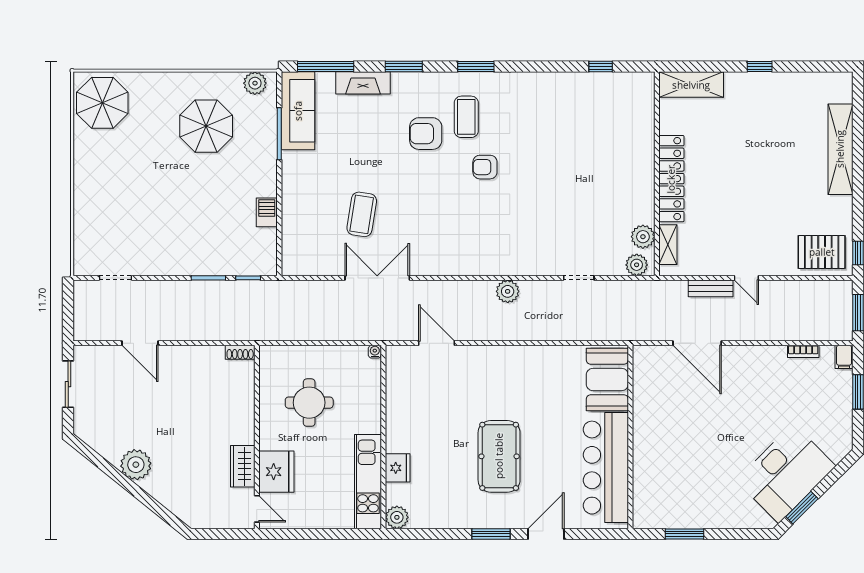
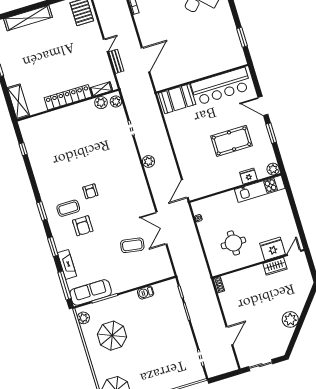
wall: (383, 437) -> (235, 188), moved
fridge: (398, 468) -> (248, 176), moved
kitchen unit: (368, 482) -> (260, 189), moved
plant: (397, 517) -> (273, 169), moved

